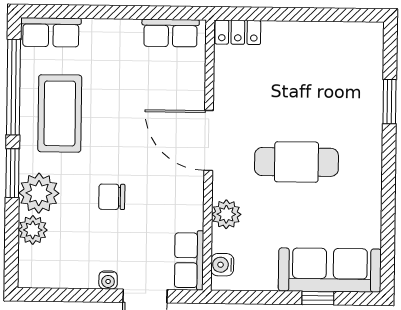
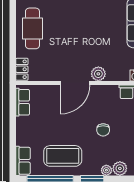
cafe table: (296, 162) -> (32, 28), moved
plant: (39, 193) -> (106, 170), width x0.53, depth x0.53
plant: (226, 214) -> (98, 74), moved

